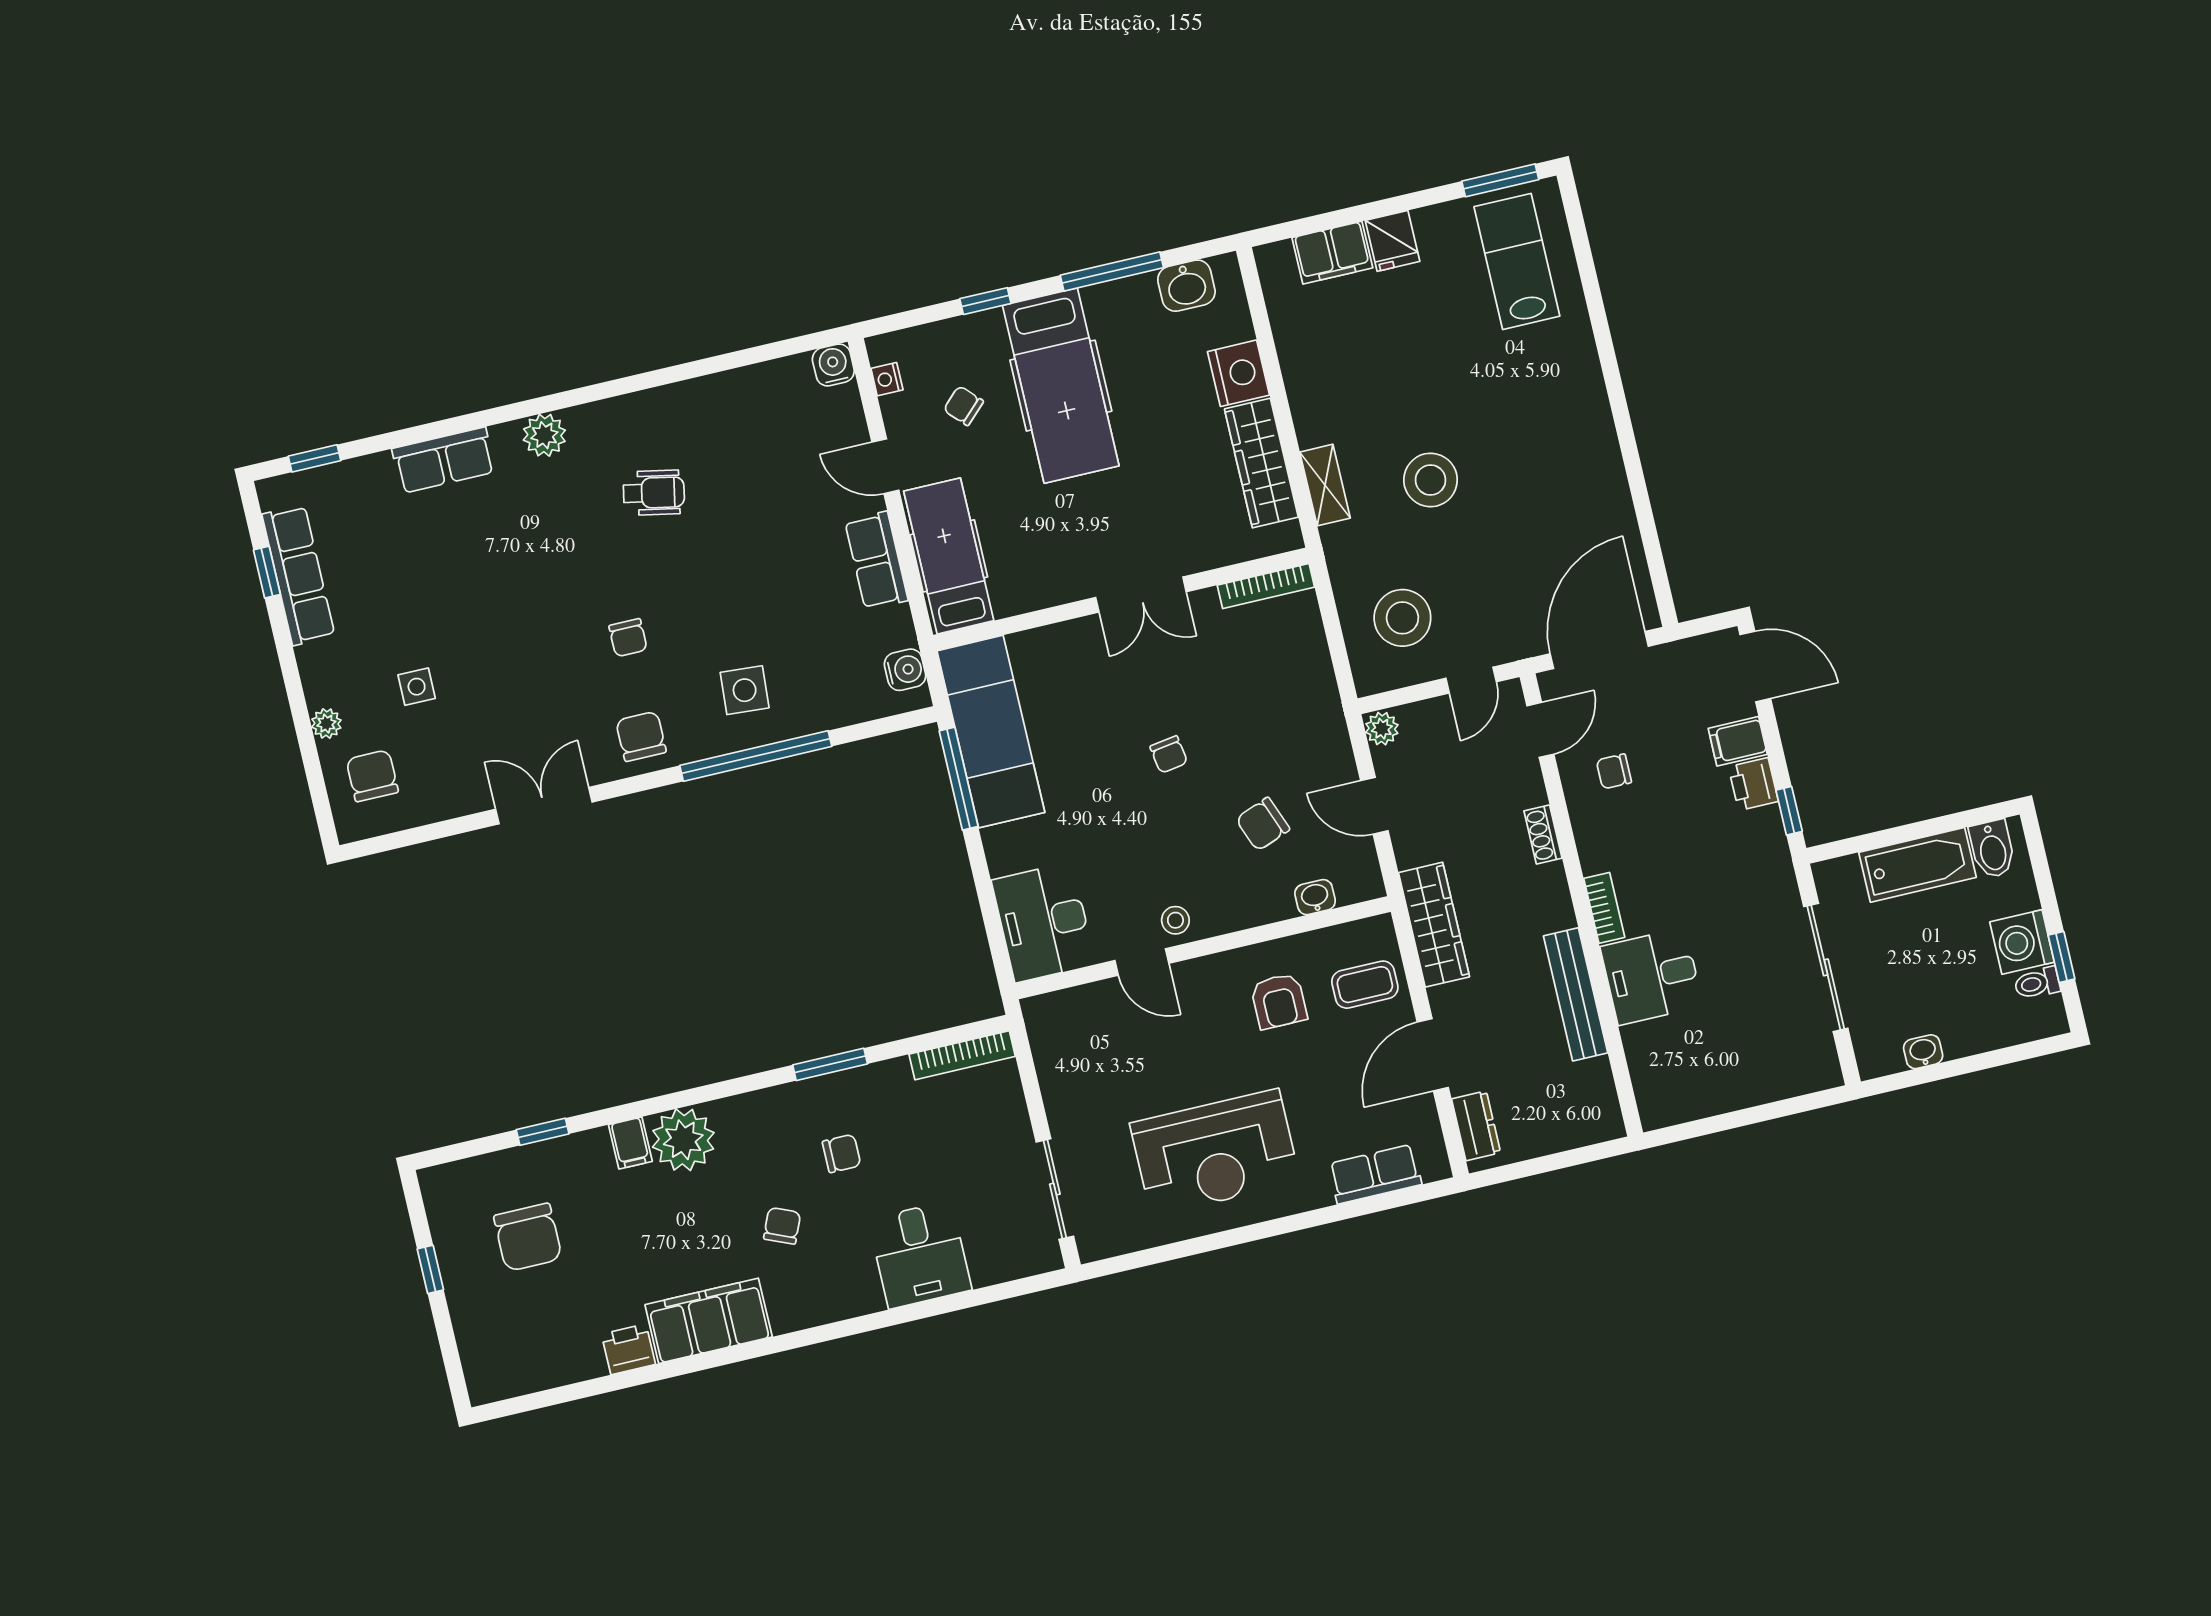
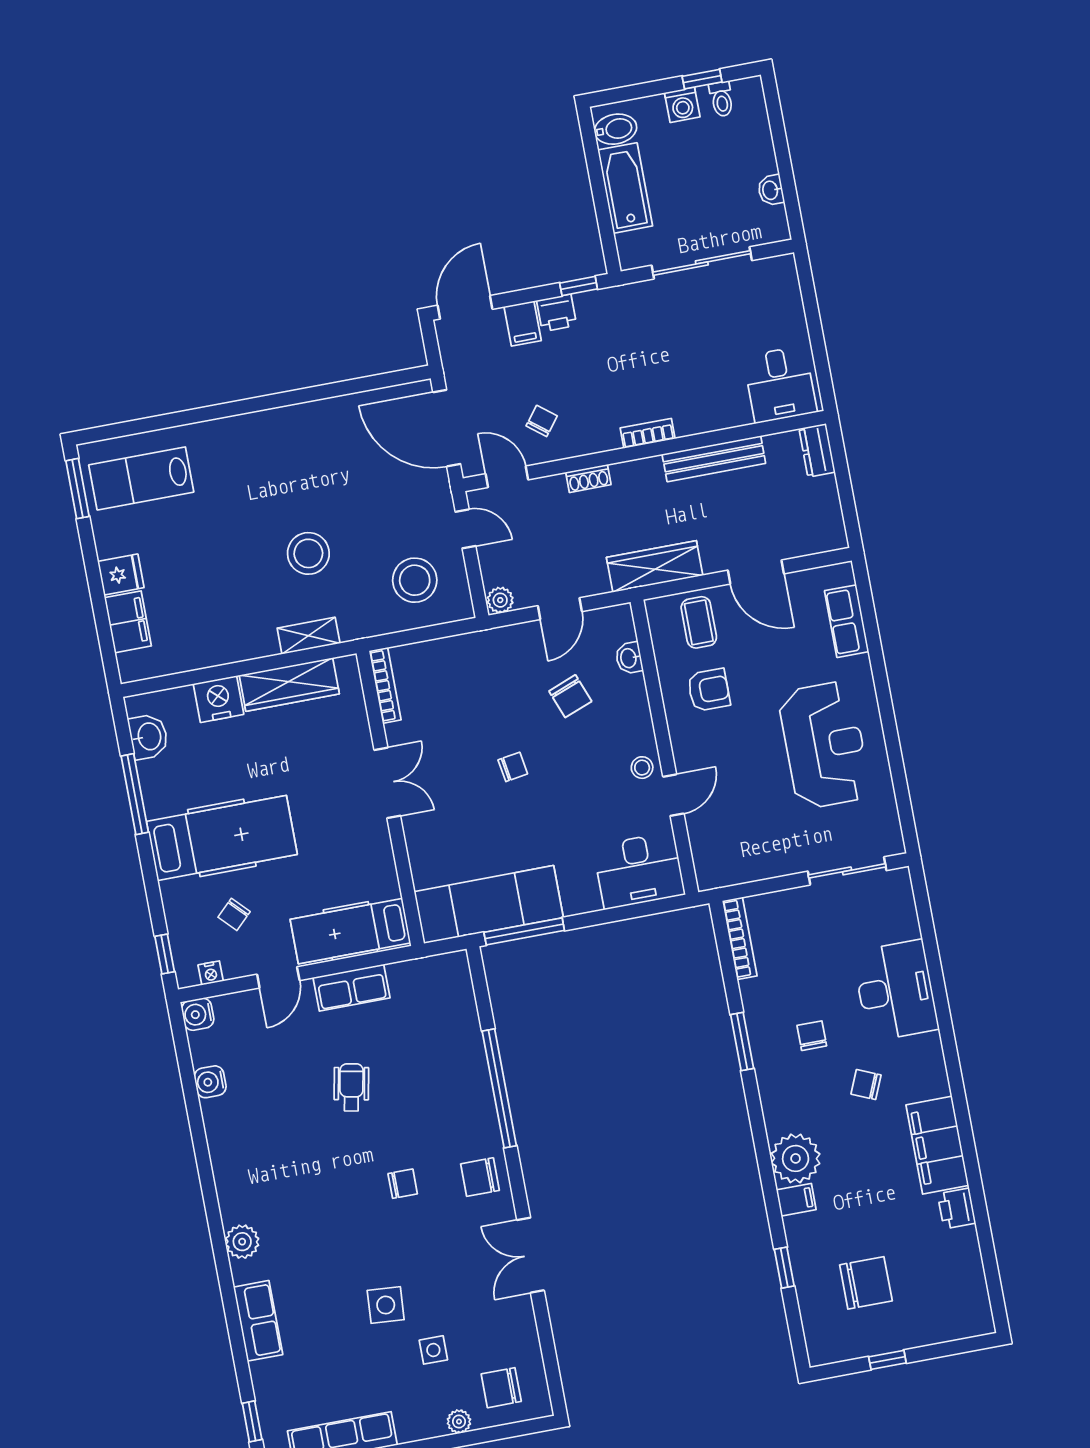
window: (985, 301) -> (165, 954), moved
wheelchair: (654, 493) -> (351, 1087), moved
water cooler: (905, 670) -> (210, 1082), moved, turned -90
side table: (745, 690) -> (386, 1305), moved
chair: (1614, 771) -> (542, 421), turned -142
washing machine: (2022, 942) -> (682, 105), width x0.73, depth x0.73
desk: (1652, 976) -> (780, 384), moved
dresser: (1476, 1126) -> (817, 450), moved, turned -90
desk: (920, 1255) -> (896, 991), width x1.37

